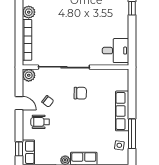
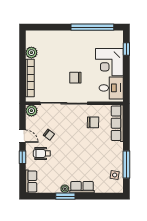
corner desk: (114, 23) -> (109, 62), added
chair: (77, 39) -> (75, 78), added
chair: (80, 93) -> (93, 122), moved
row of seats: (122, 111) -> (117, 123), moved
window: (19, 149) -> (22, 157), moved

